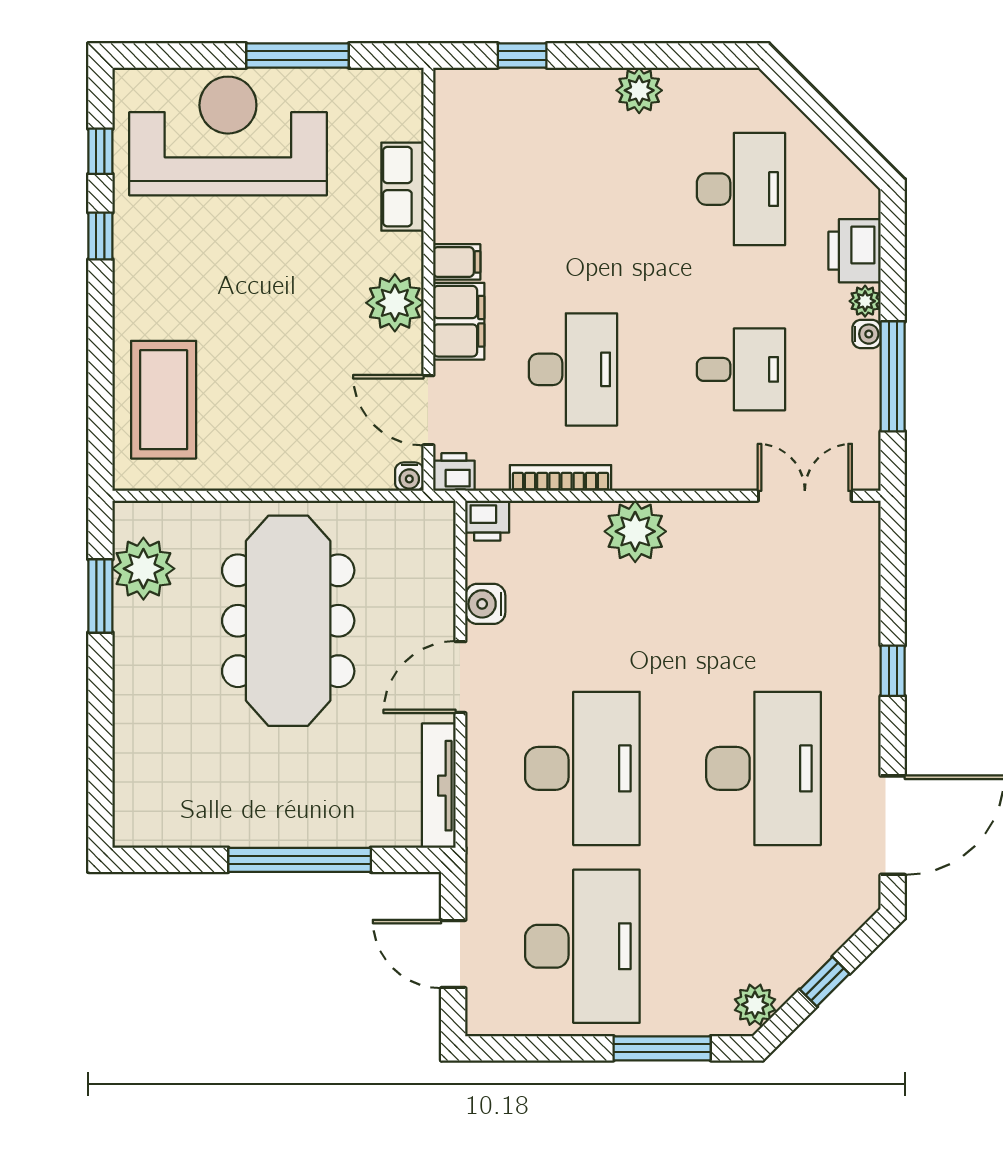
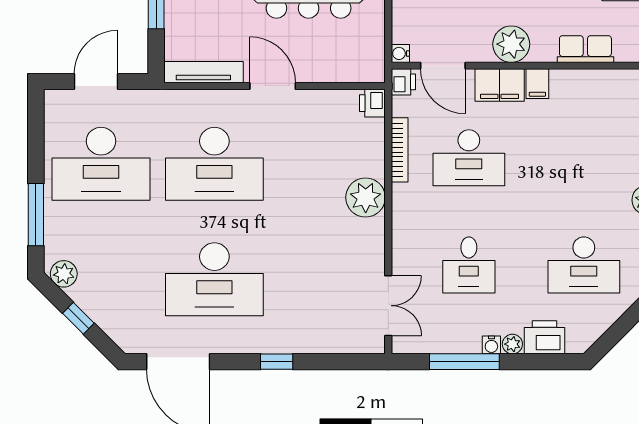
door: (428, 410) -> (443, 66), swing flipped
water cooler: (485, 604) -> (319, 102), removed

